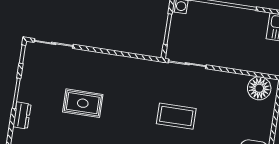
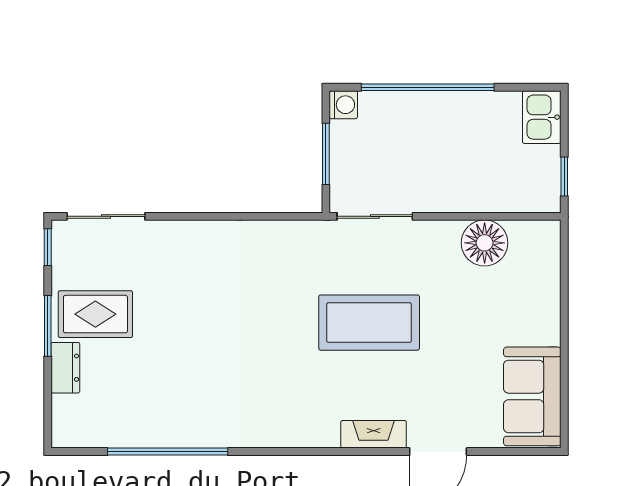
floor lamp: (259, 88) -> (485, 243), moved
rug: (83, 103) -> (95, 314), moved
coffee table: (176, 116) -> (369, 323), width x1.36, depth x1.32

